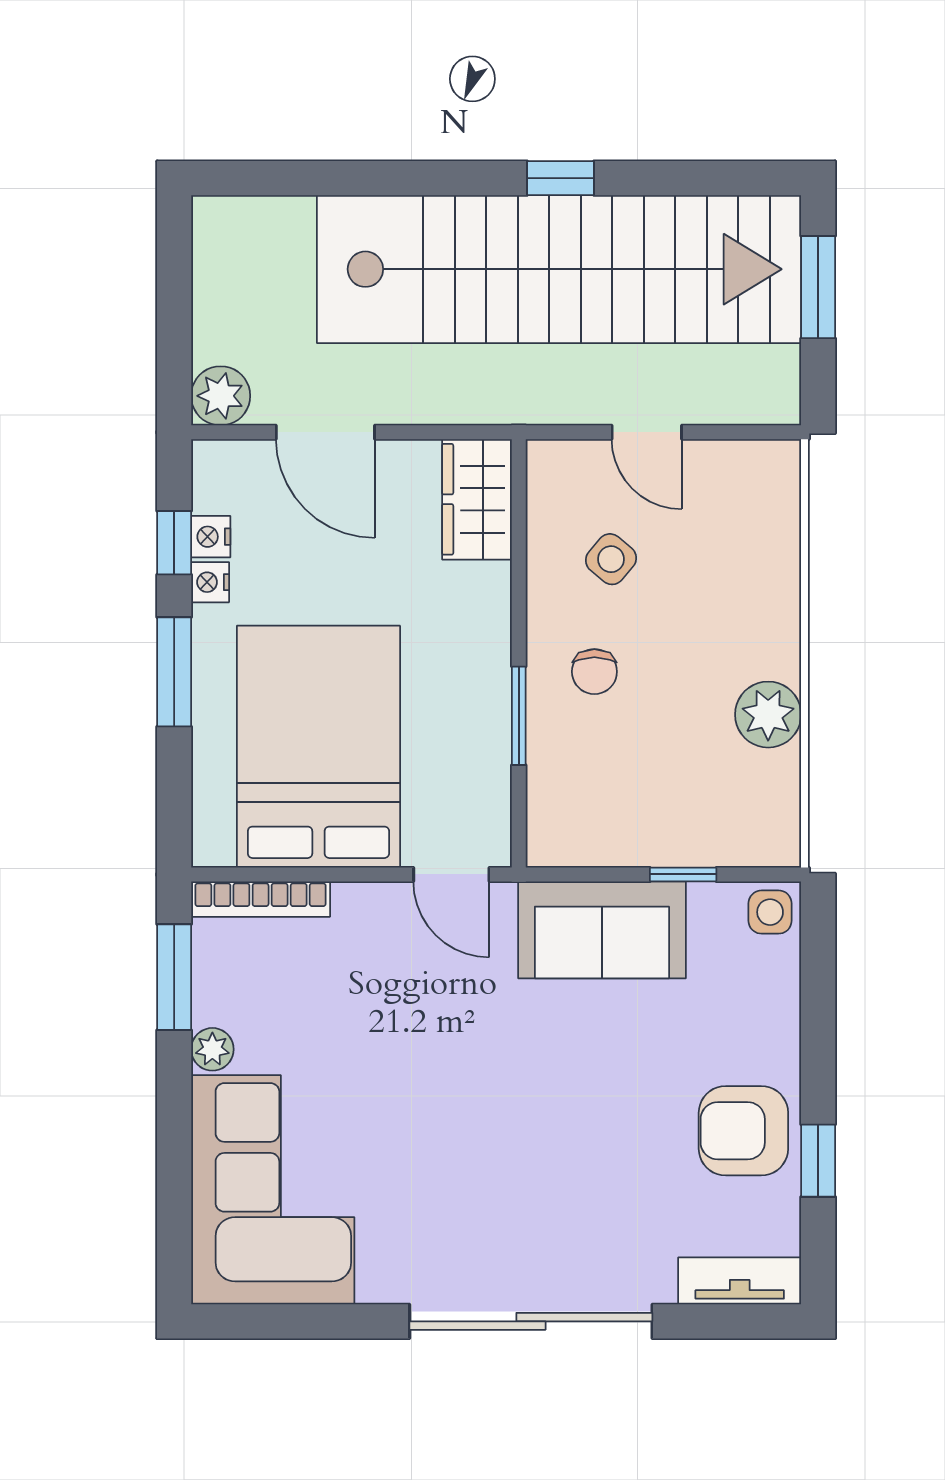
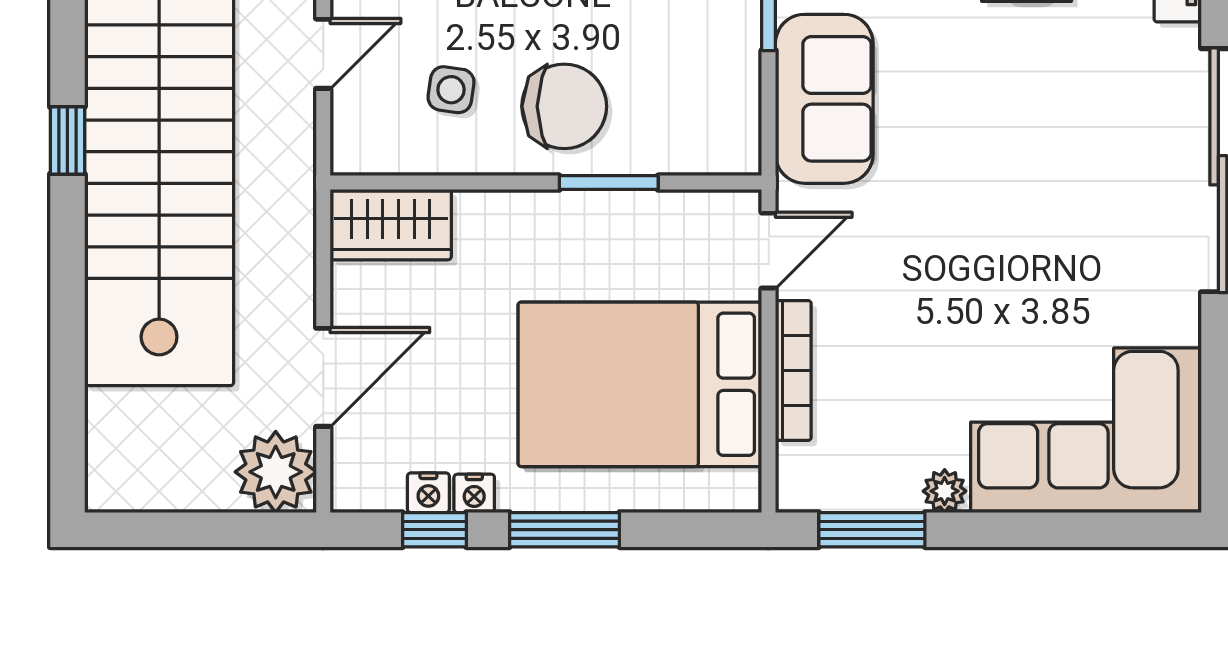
plant: (221, 396) -> (276, 472), width x1.36, depth x1.36
side table: (611, 559) -> (451, 90), turned -32
chair: (594, 672) -> (564, 106), width x1.87, depth x1.87
bookcase: (261, 899) -> (793, 370), moved

